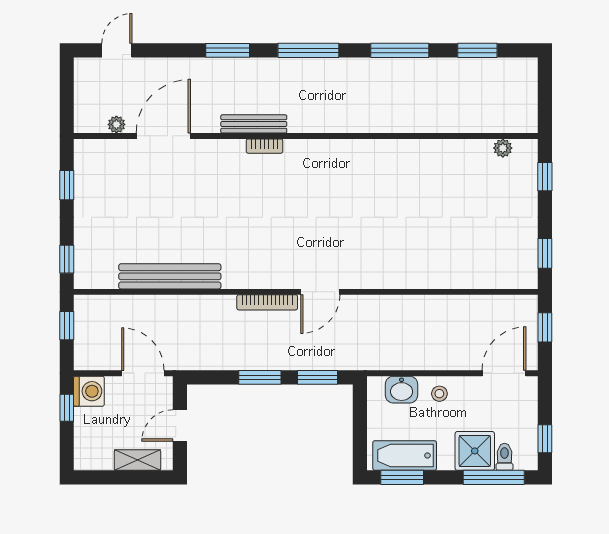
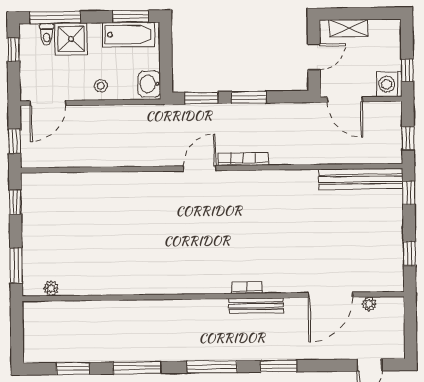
window: (545, 177) -> (16, 265), width x1.50
bench: (170, 276) -> (361, 179), moved
washbasin: (402, 390) -> (149, 84), moved, turned -90

